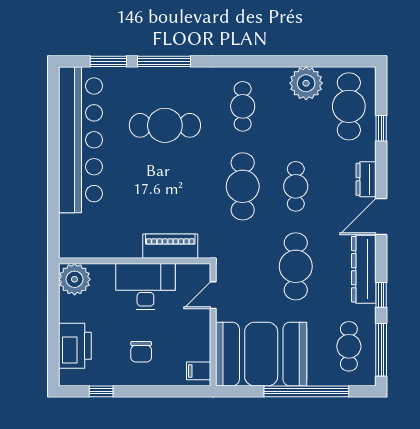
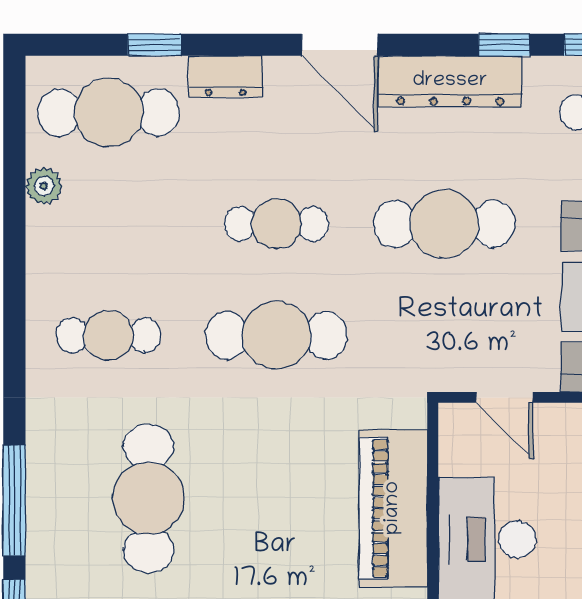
plant: (306, 83) -> (44, 186), width x0.53, depth x0.53
dresser: (366, 179) -> (226, 76), moved
piano: (170, 246) -> (393, 508), width x1.37, depth x1.33

